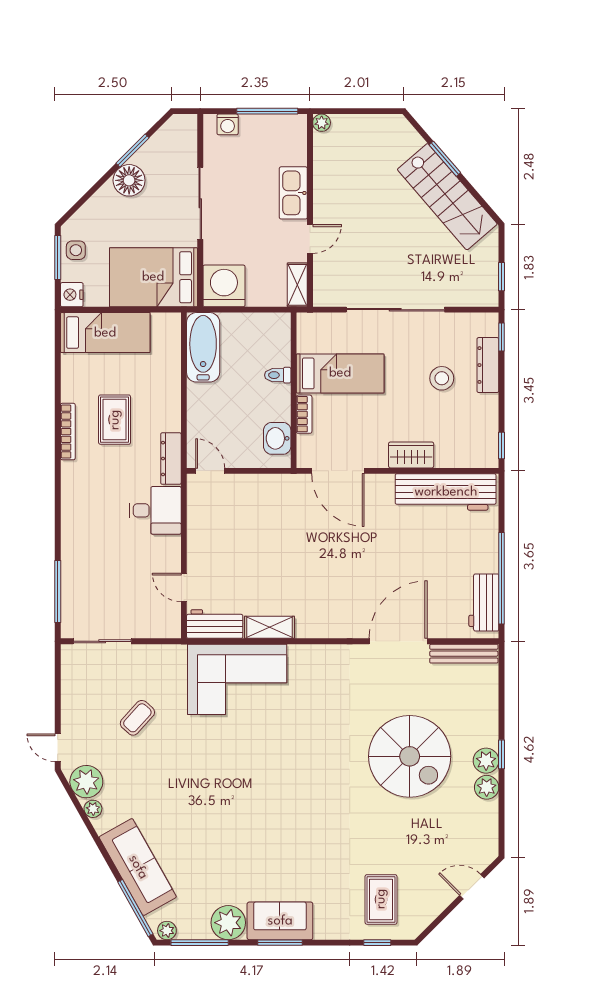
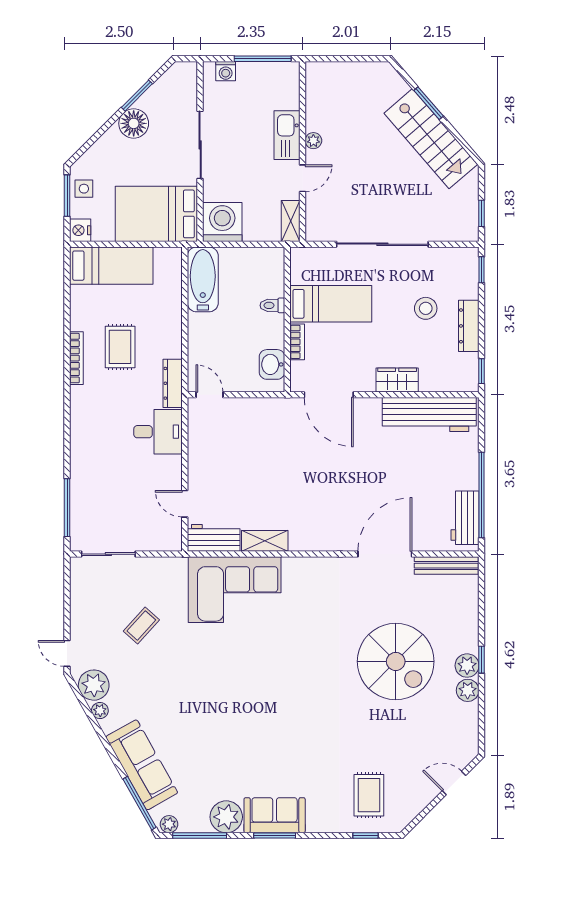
plant: (322, 123) -> (313, 141), moved
dresser: (488, 365) -> (469, 326), moved

